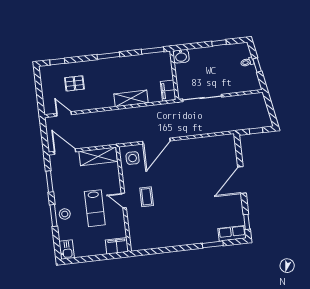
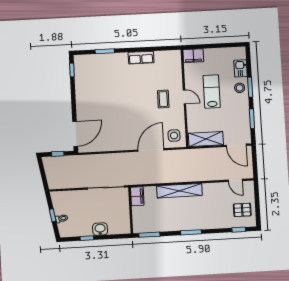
washbasin: (181, 56) -> (100, 229), moved
pallet: (74, 83) -> (242, 210), moved
shelving: (131, 98) -> (179, 191), width x1.47
door: (242, 180) -> (75, 134), moved
row of seats: (232, 233) -> (141, 58), moved
kitchen sink: (67, 250) -> (241, 68), moved

